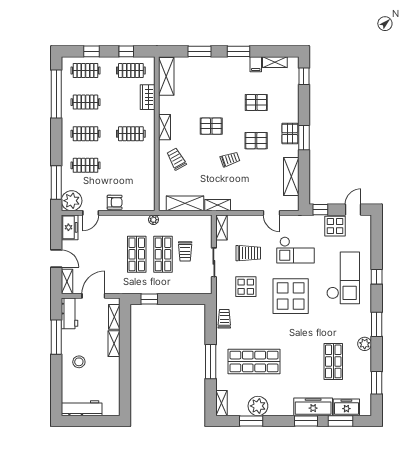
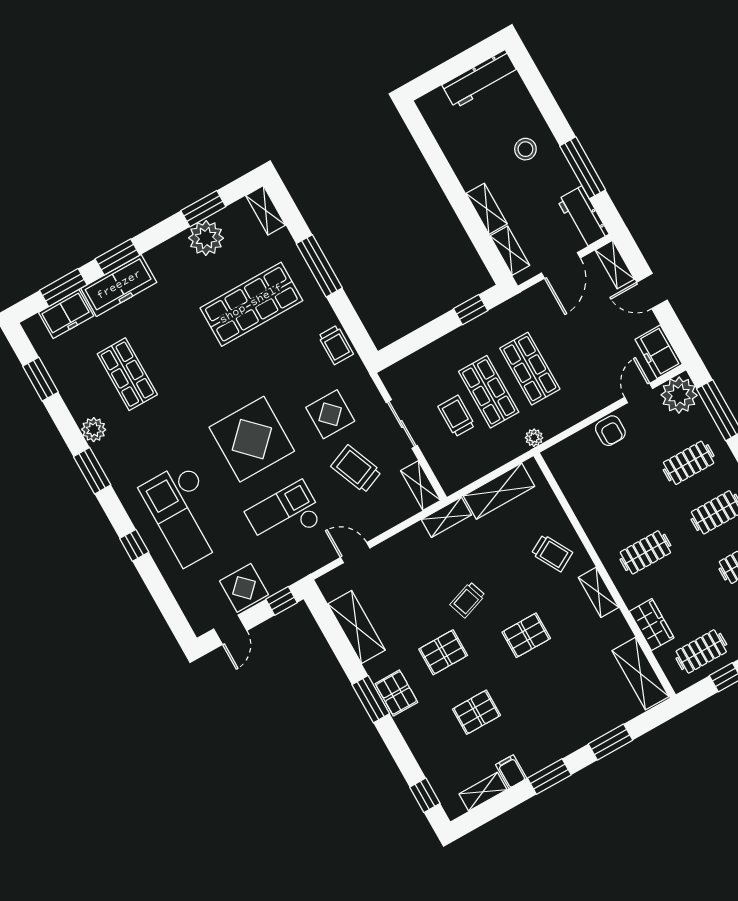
armchair: (115, 202) -> (610, 431), turned -90
trolley: (248, 253) -> (356, 469), turned 68

